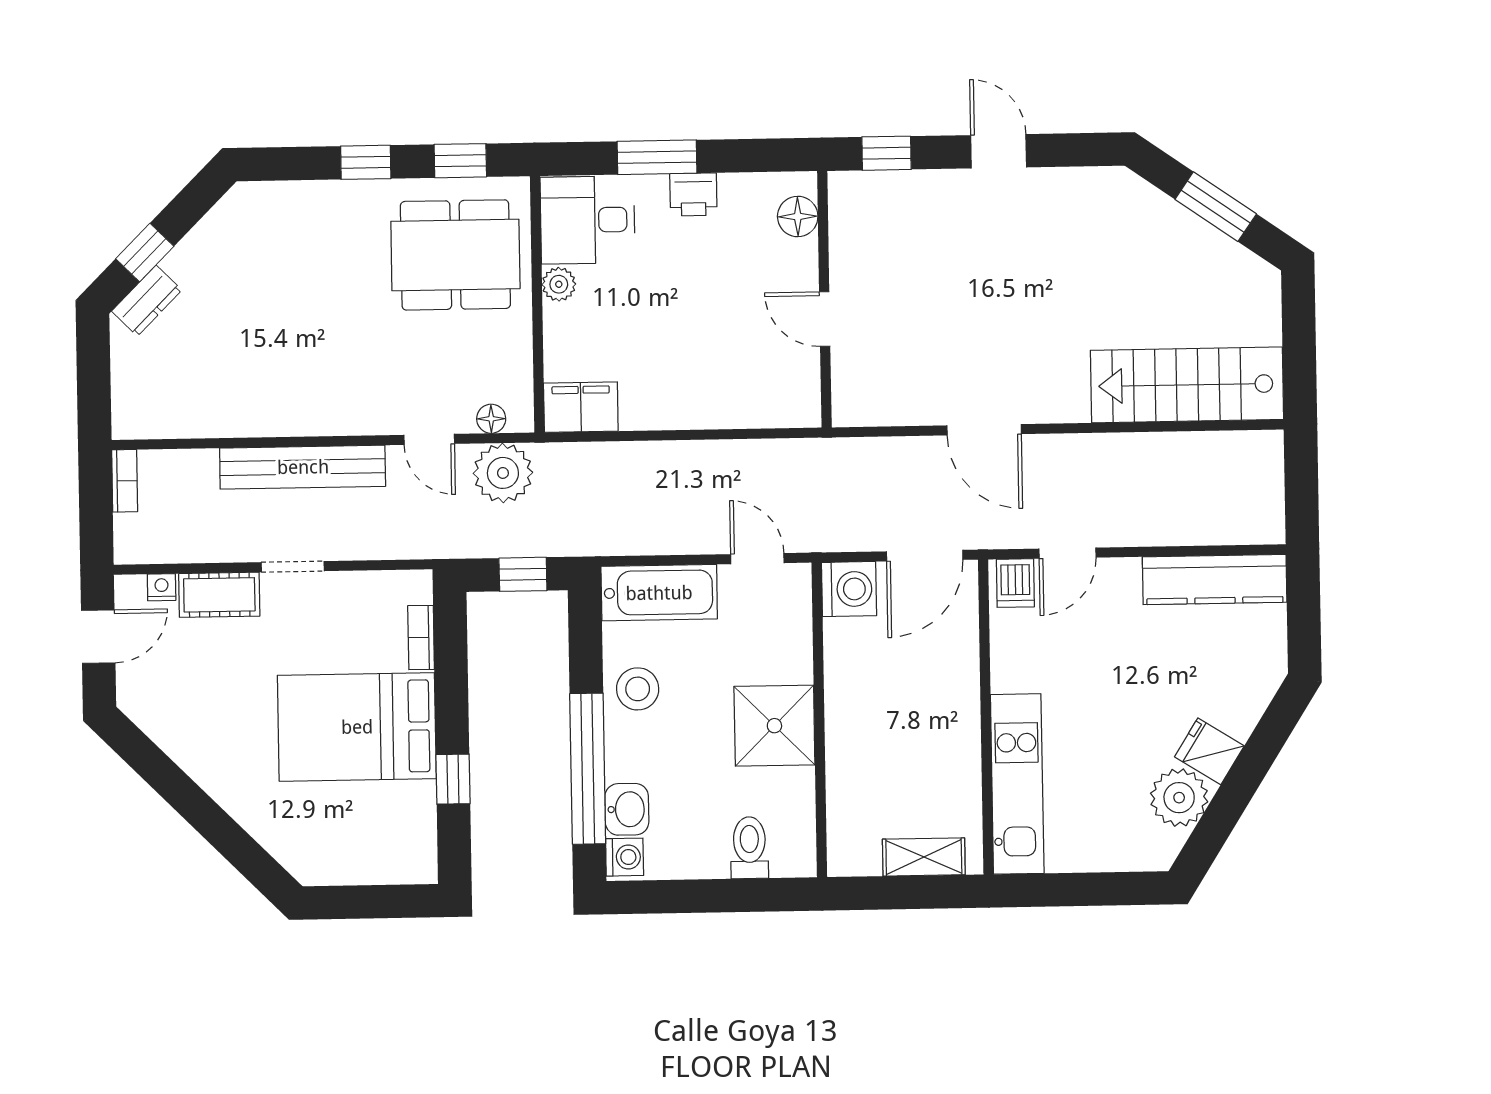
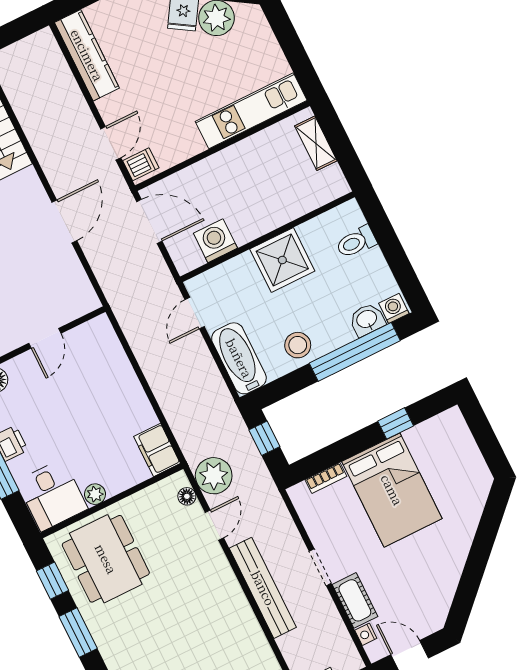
window: (366, 162) -> (78, 632), width x1.50
door: (1067, 553) -> (111, 143), hinge flipped
washing machine: (849, 589) -> (215, 241), moved

